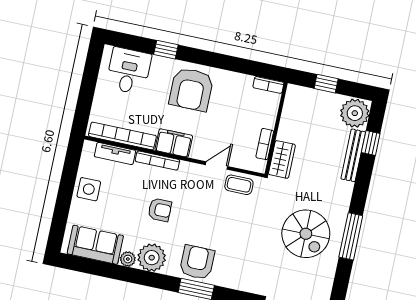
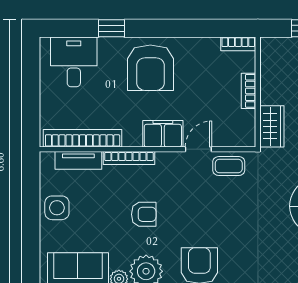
filing cabinet: (174, 143) -> (163, 134), moved
bookcase: (265, 144) -> (249, 91), moved

